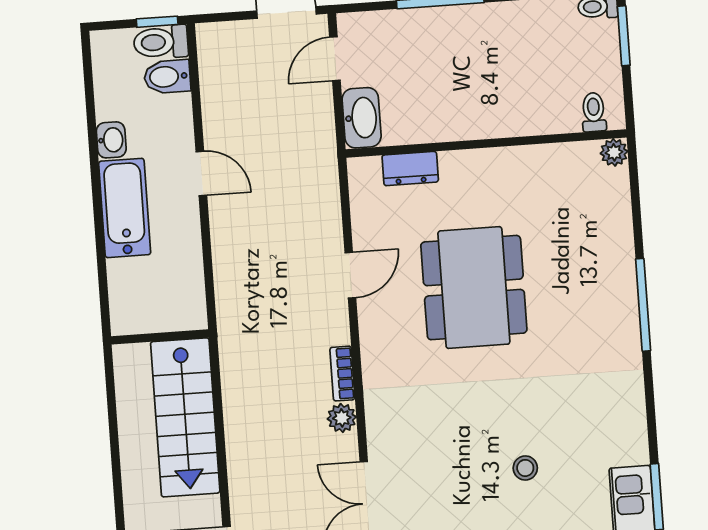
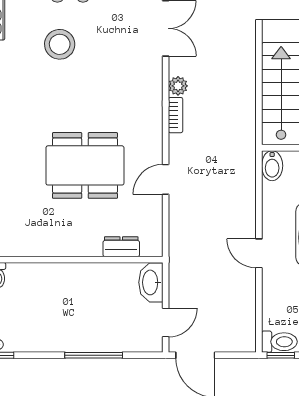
bidet: (167, 77) -> (272, 166), moved, turned 90
dining table: (474, 288) -> (85, 165), turned 90
stool: (525, 468) -> (60, 44), width x1.89, depth x1.89

